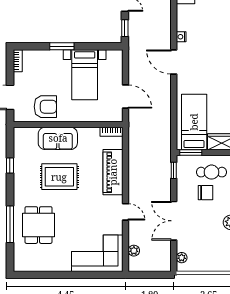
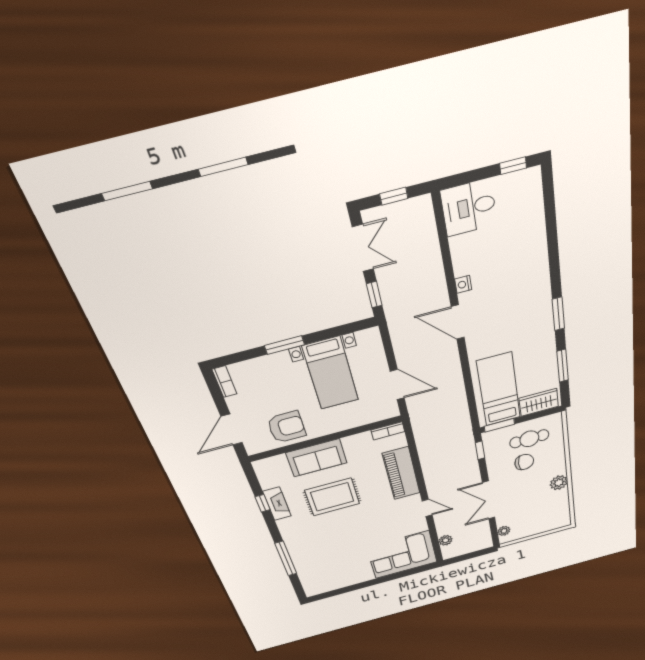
fireplace: (20, 169) -> (277, 504), added
dining table: (39, 225) -> (322, 550), removed

